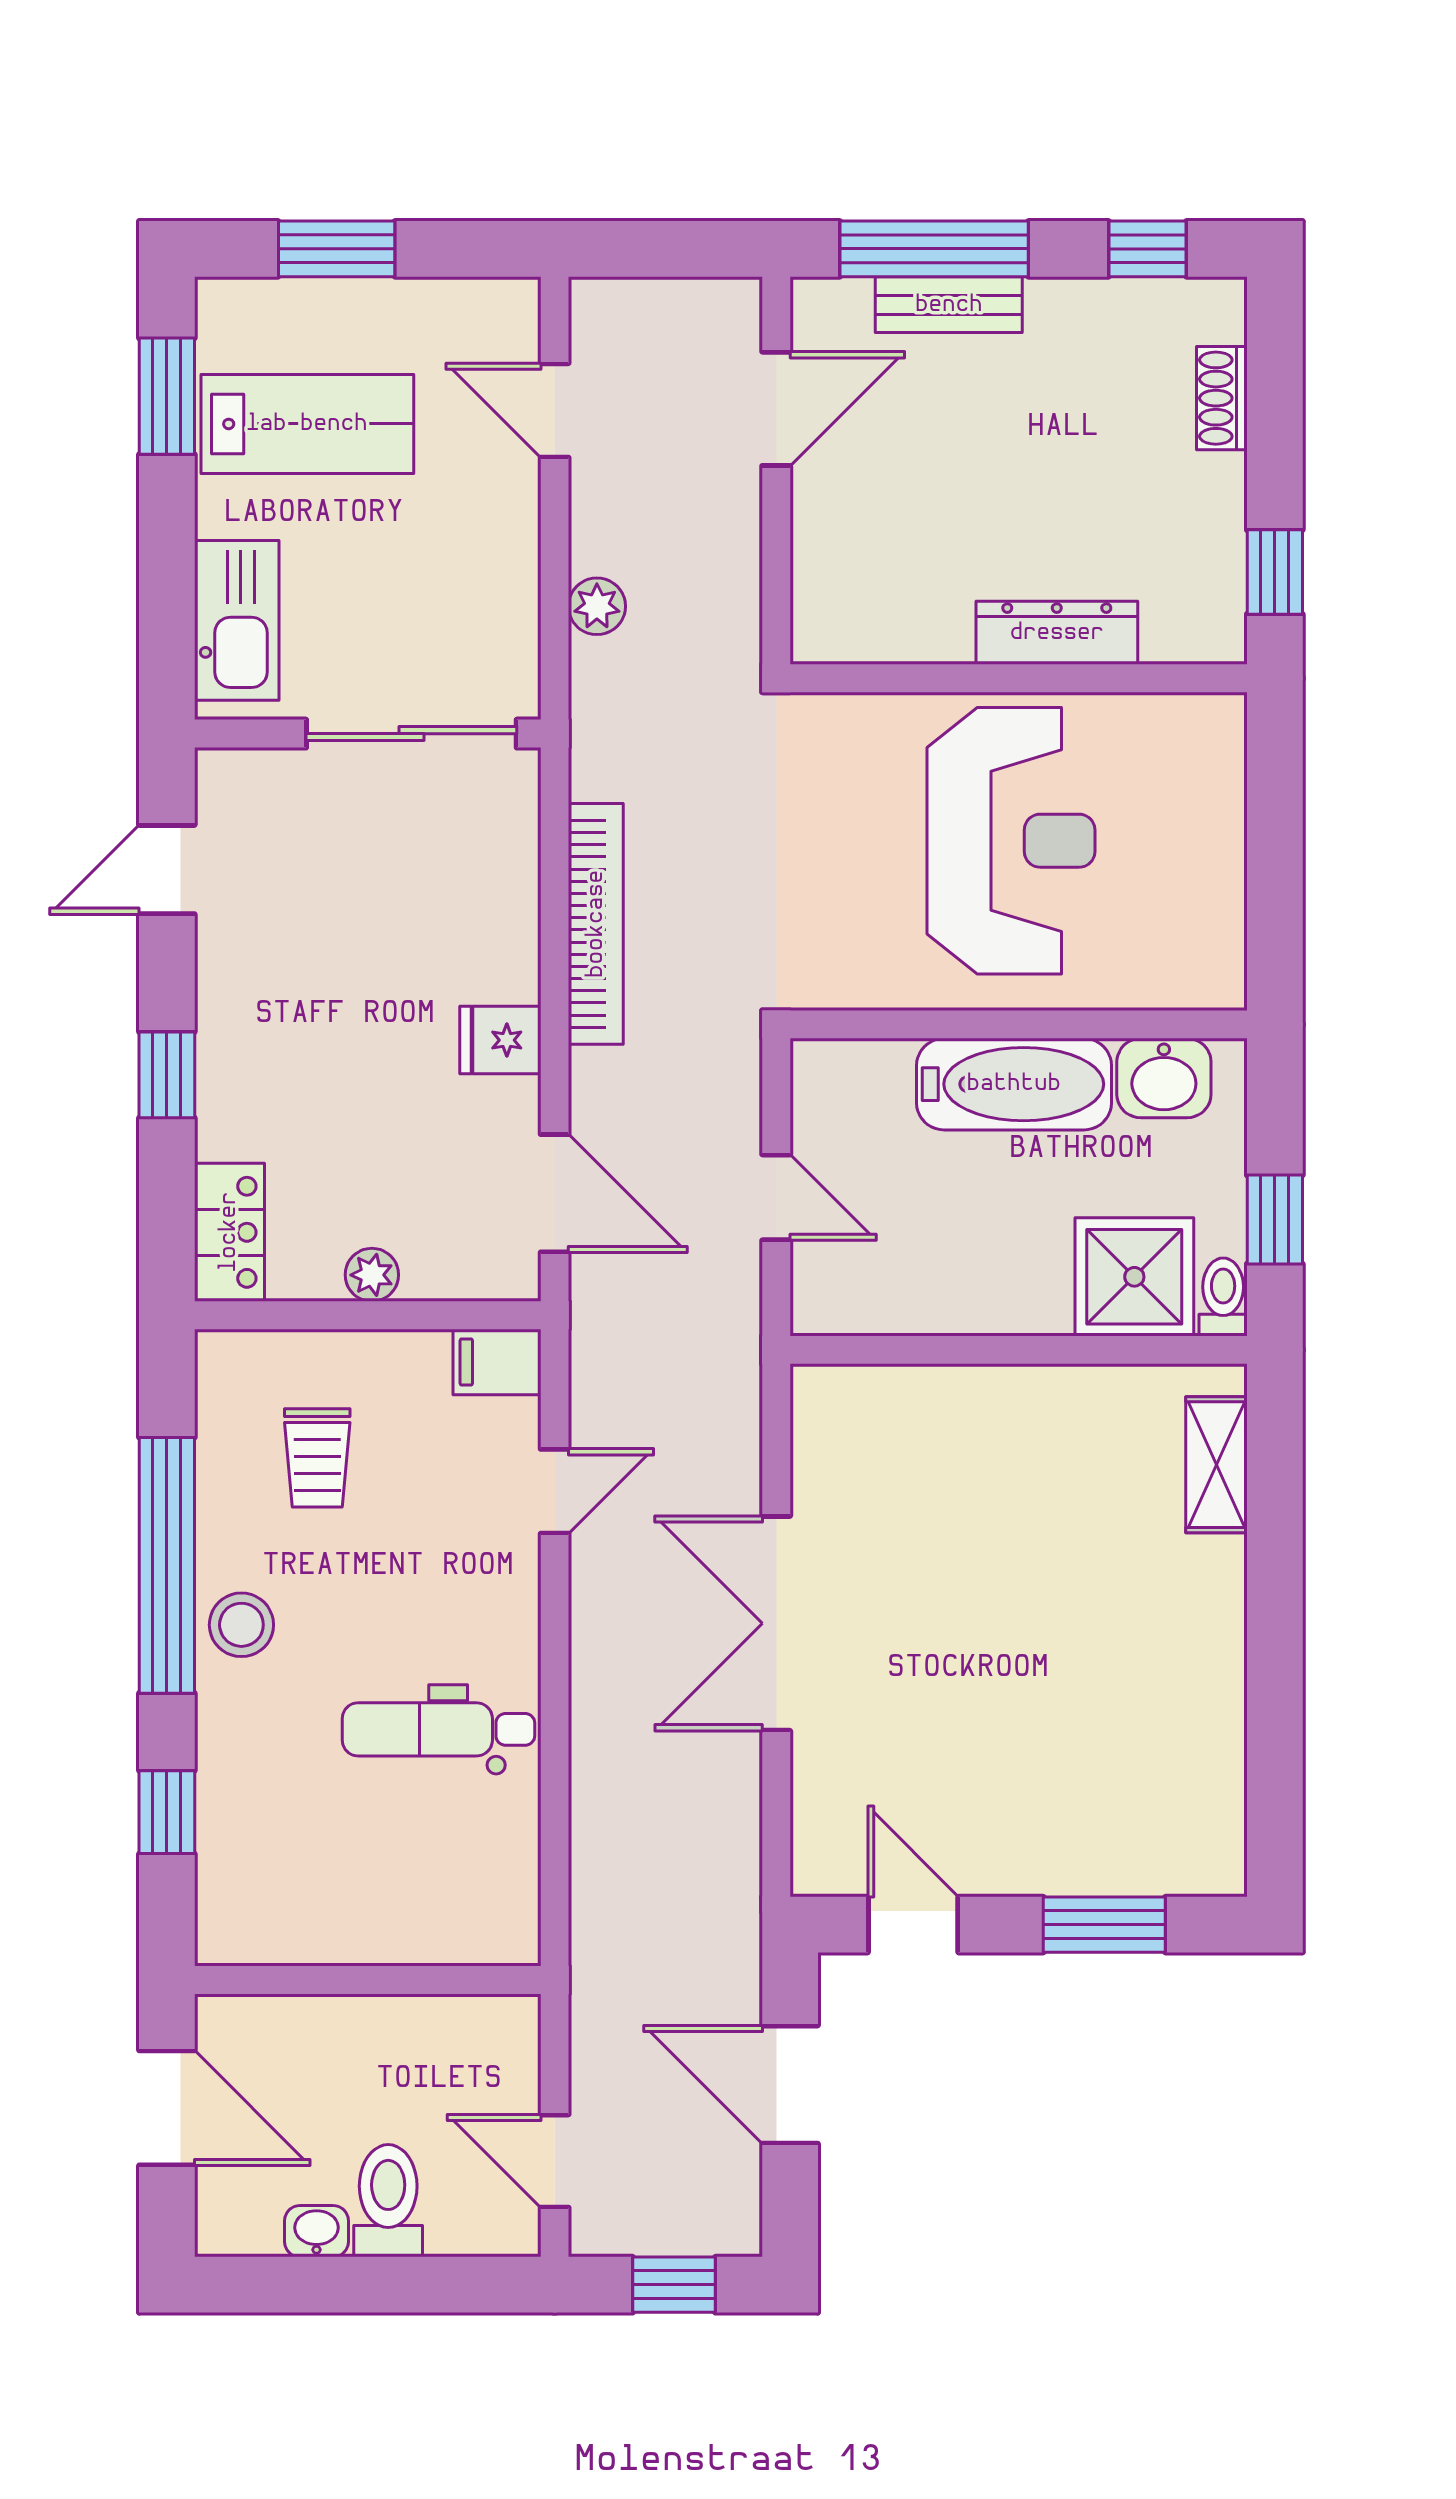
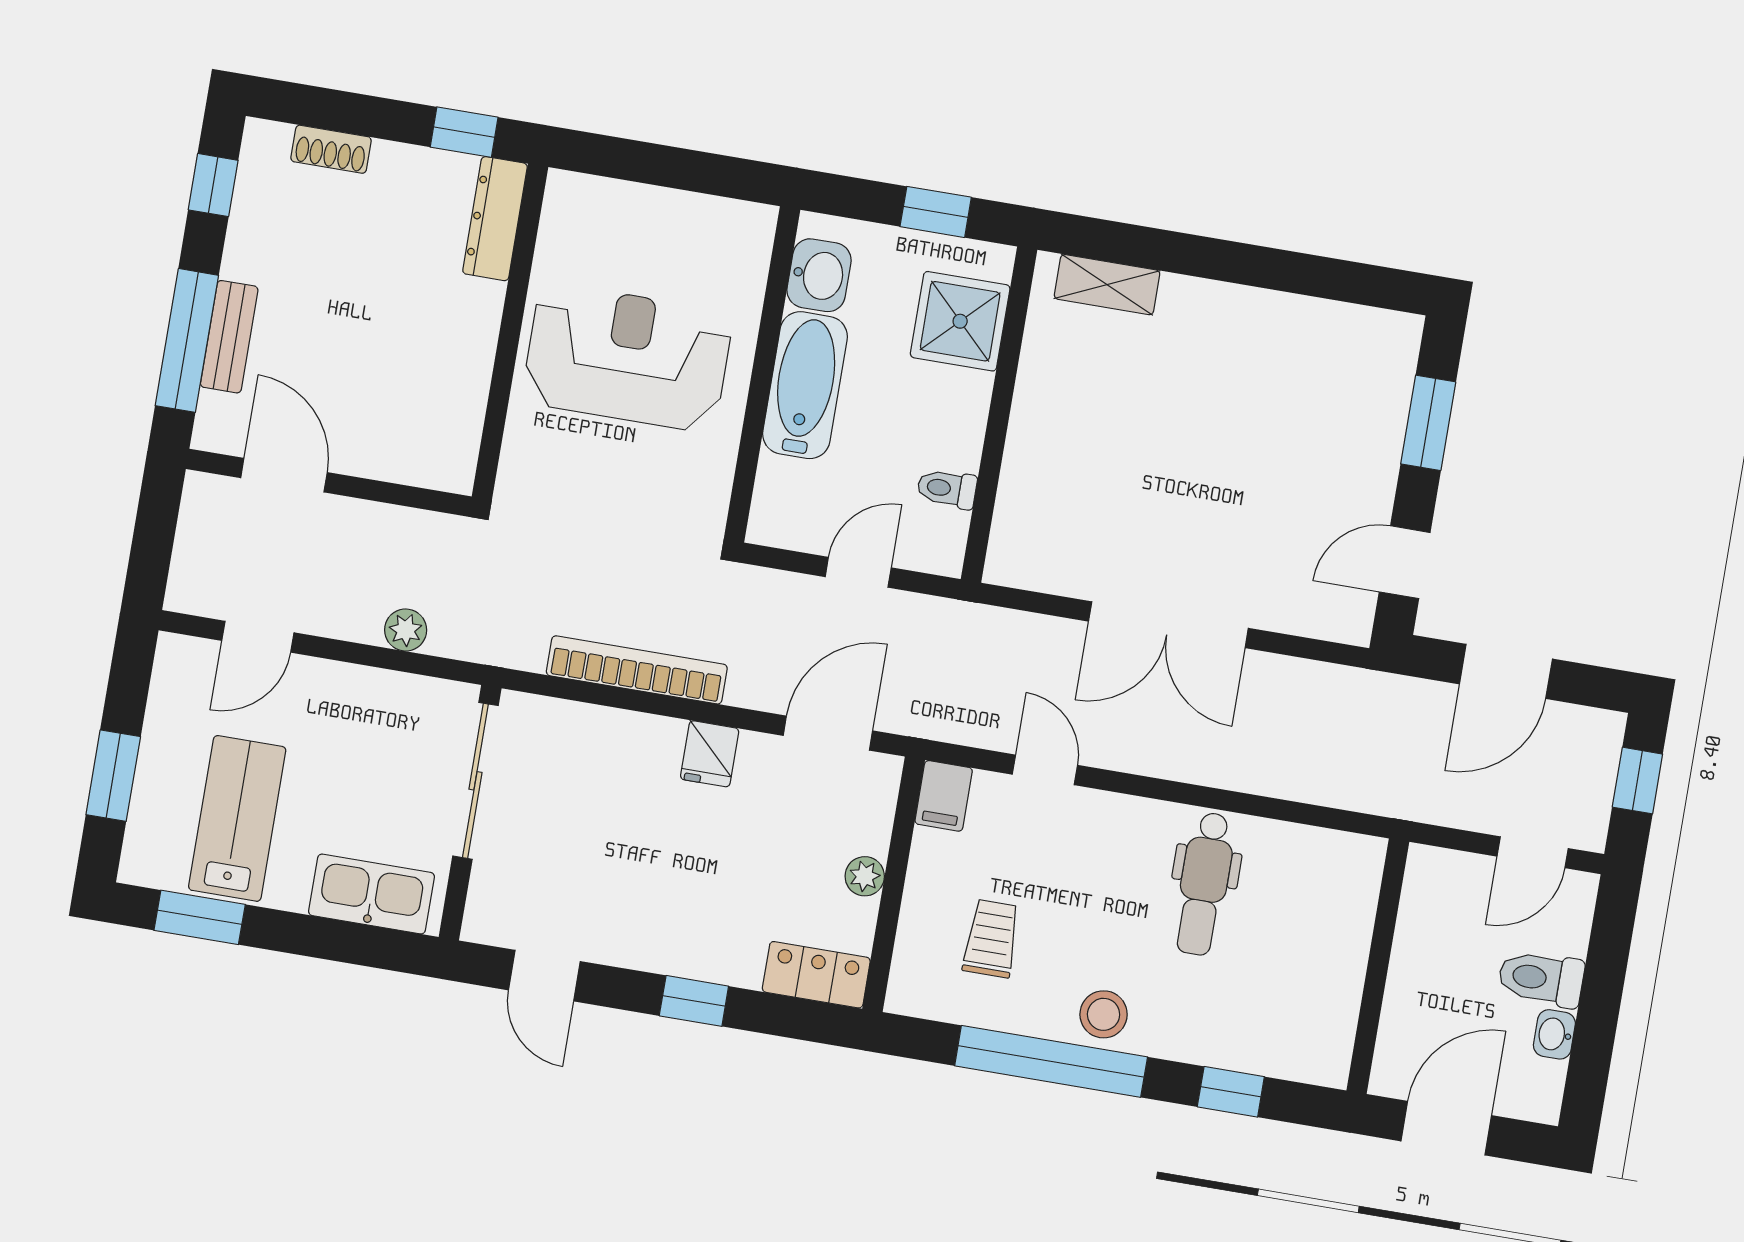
dresser: (1057, 633) -> (495, 219), moved
toilet: (1223, 1297) -> (947, 489), moved
trolley: (317, 1458) -> (991, 939), turned -90

